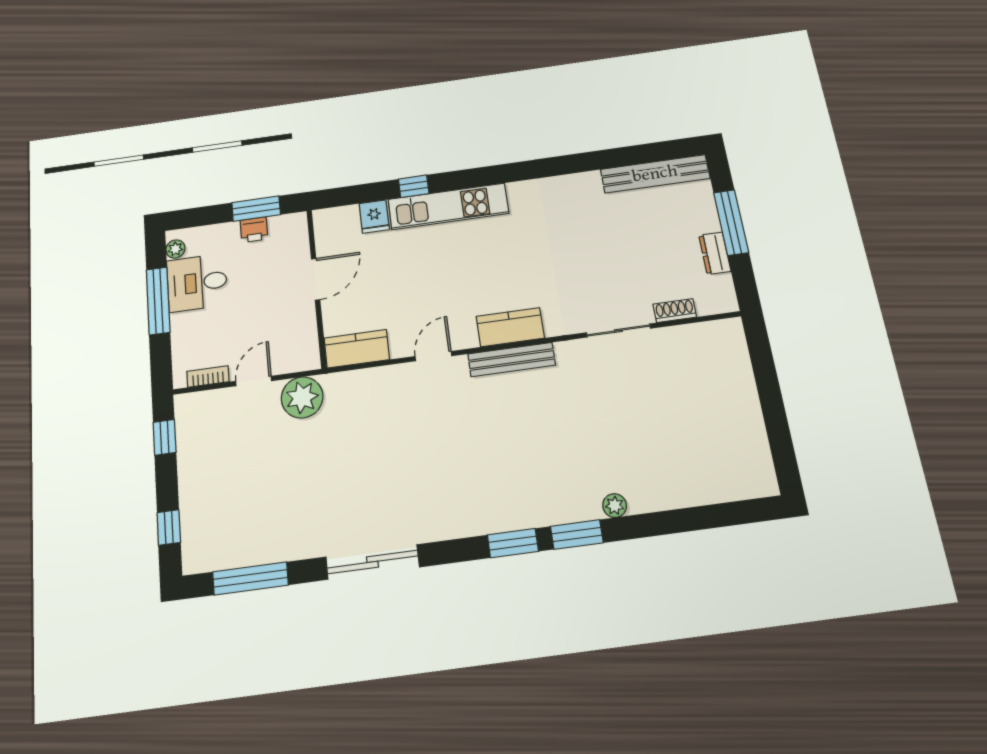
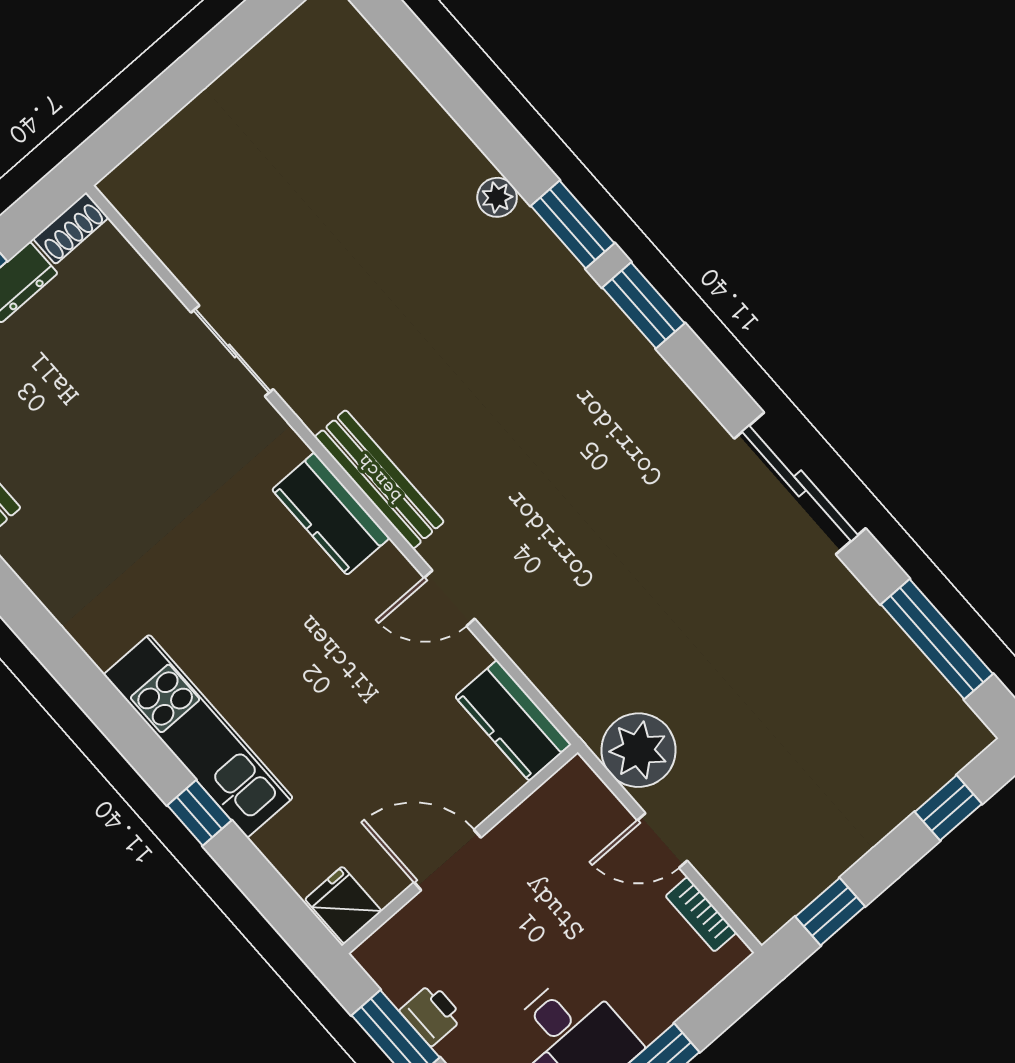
fridge: (374, 216) -> (343, 905), moved, turned -90
shoe rack: (675, 311) -> (71, 228), moved, turned -90

